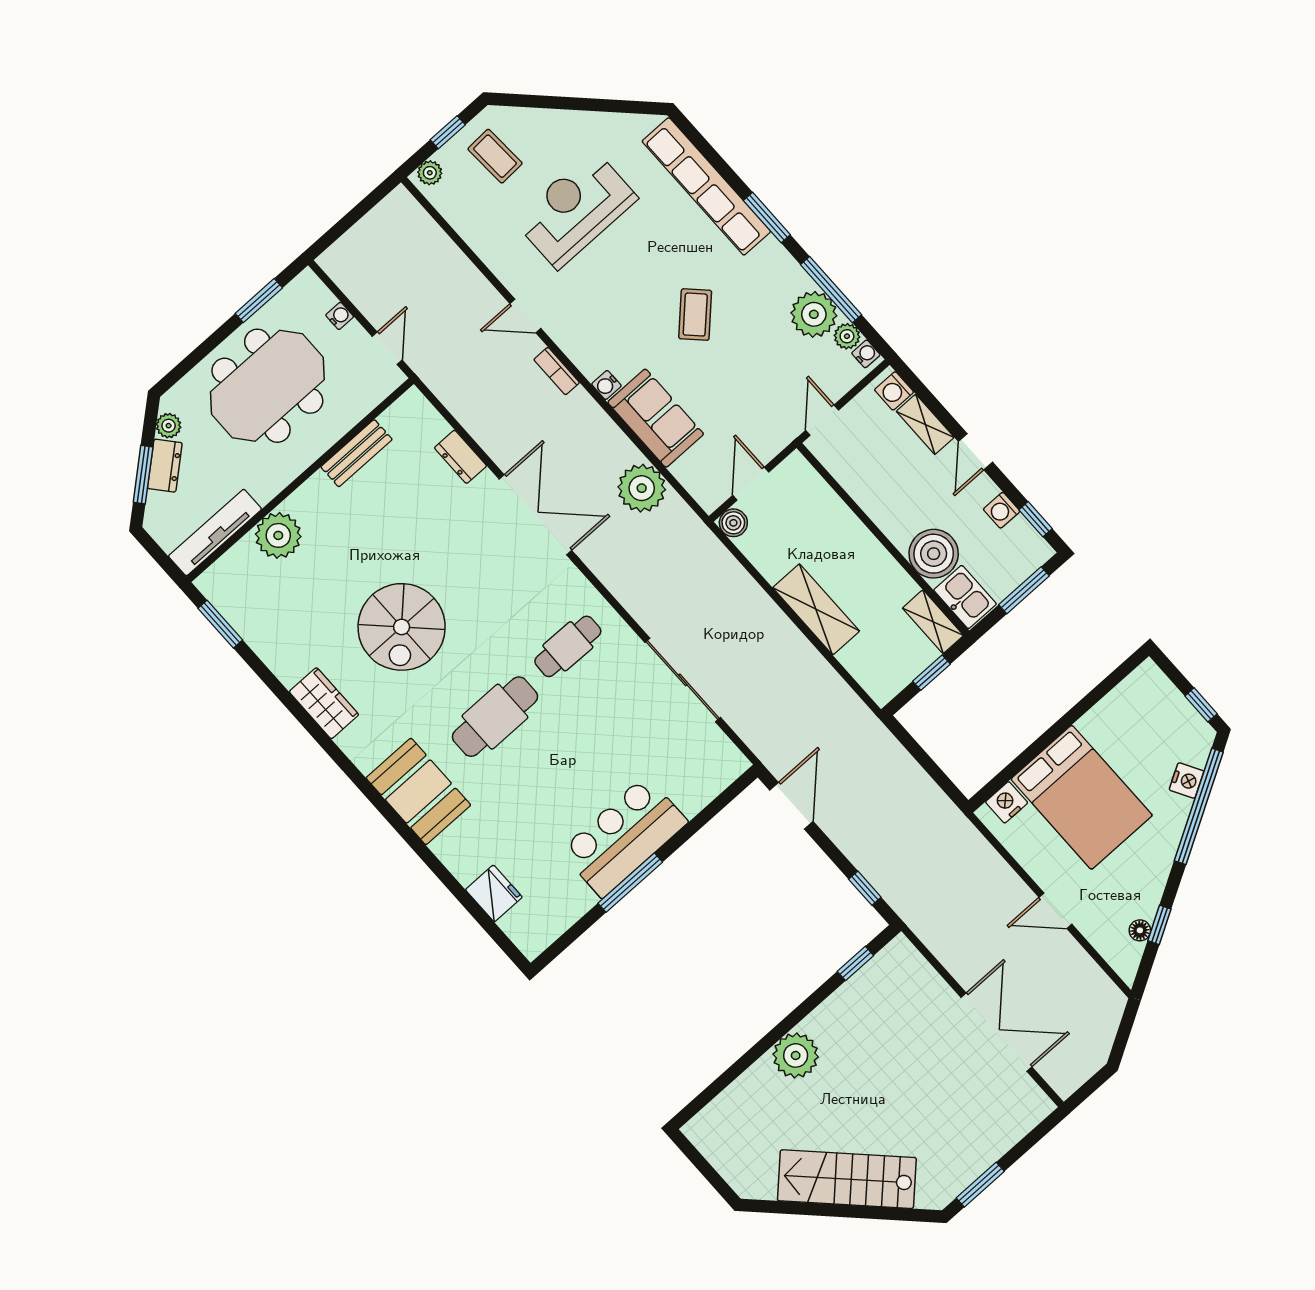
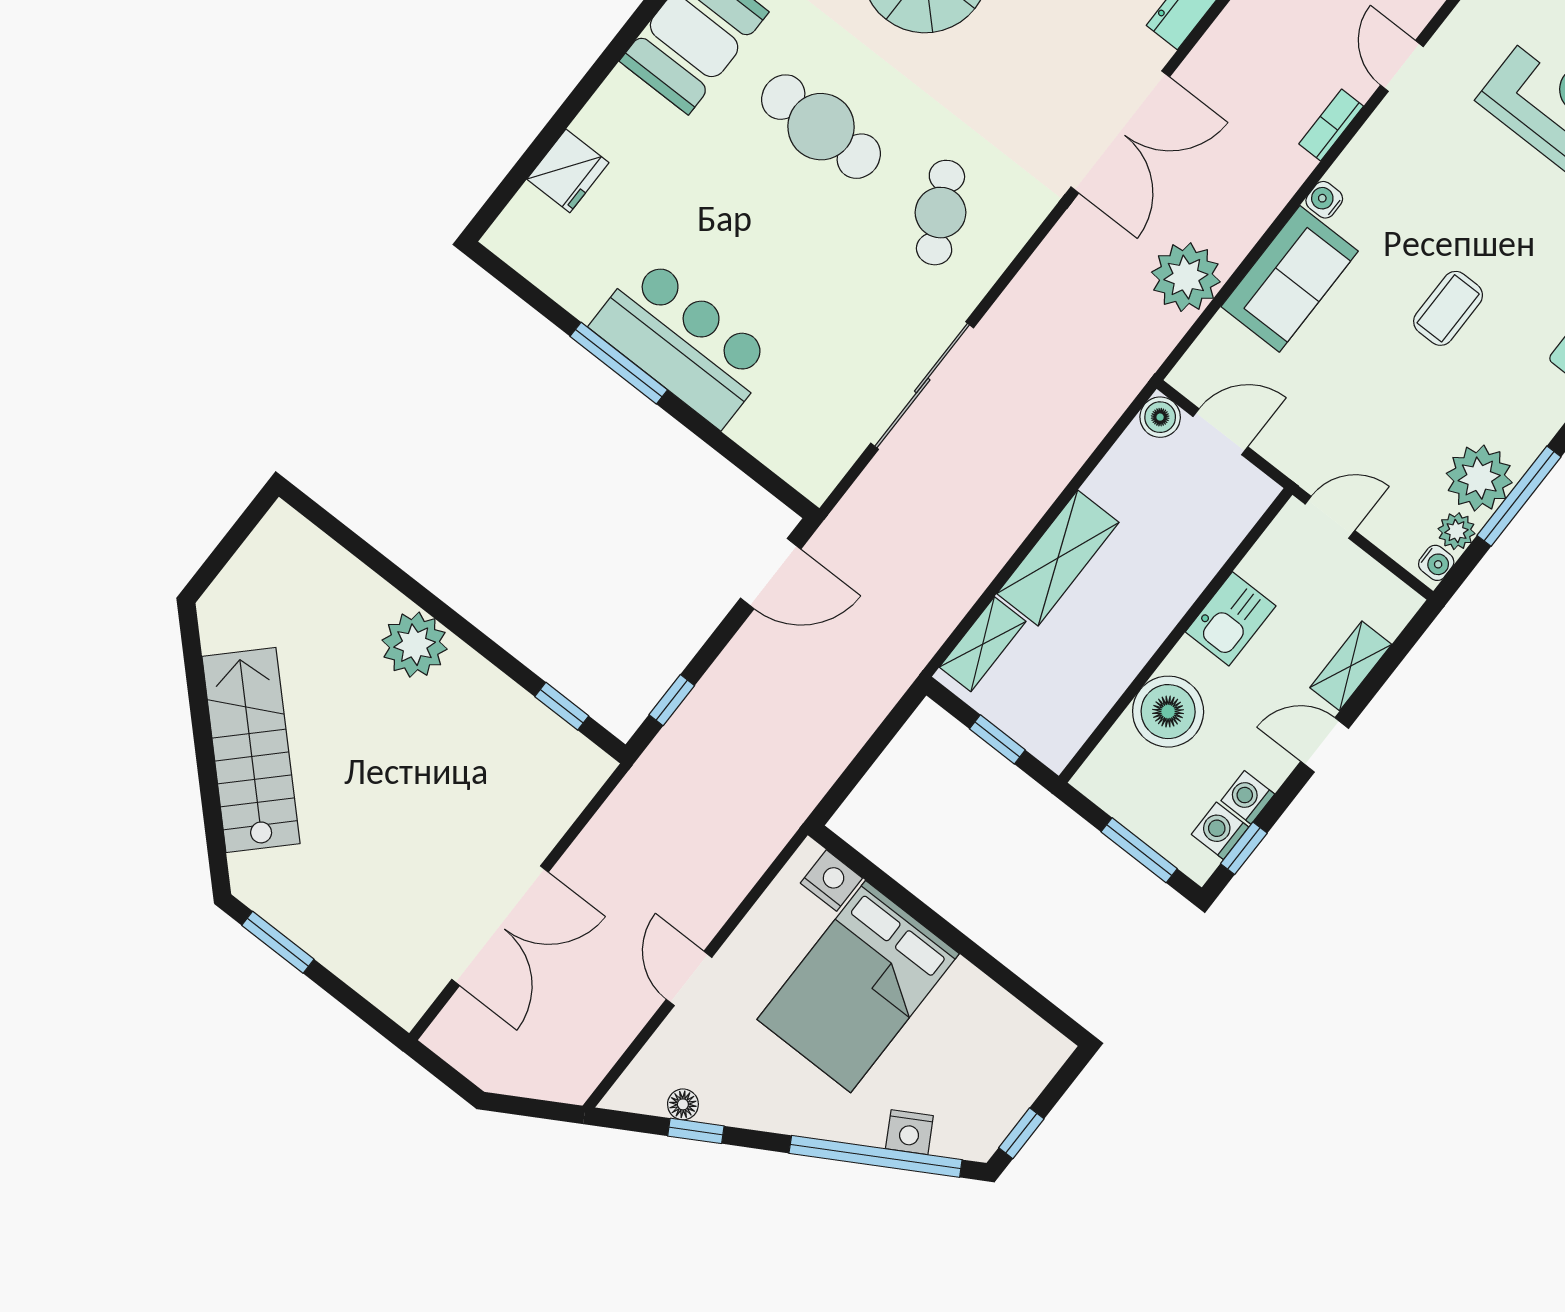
coffee table: (695, 315) -> (1448, 308), turned -45
washing machine: (894, 391) -> (1220, 831), moved
kitchen sink: (965, 597) -> (1231, 619), moved
shelving: (933, 622) -> (983, 644), moved
cafe table: (568, 646) -> (940, 213), turned 61

